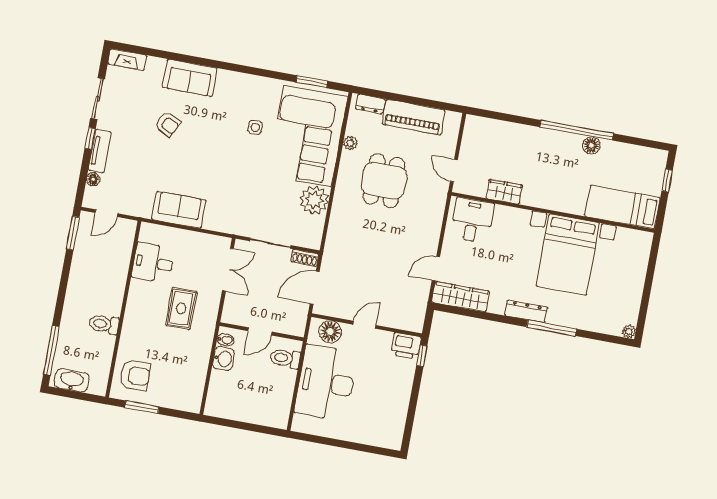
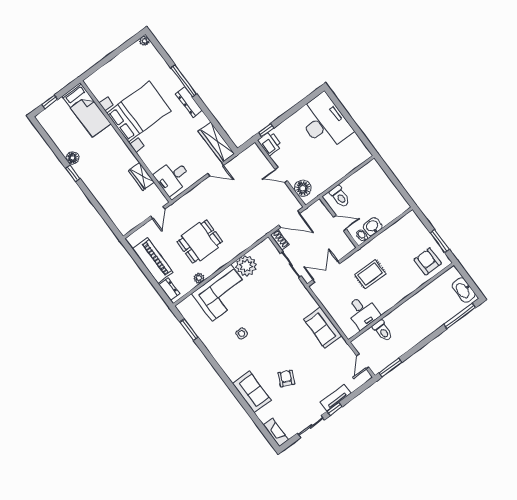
window: (577, 130) -> (73, 173), width x0.32
corner sofa: (307, 136) -> (221, 293), width x0.73, depth x0.74
floor lamp: (93, 179) -> (353, 386), removed
door: (106, 213) -> (363, 362), swing flipped
toilet: (104, 324) -> (383, 331), moved
desk: (326, 383) -> (324, 122), moved, turned -90

